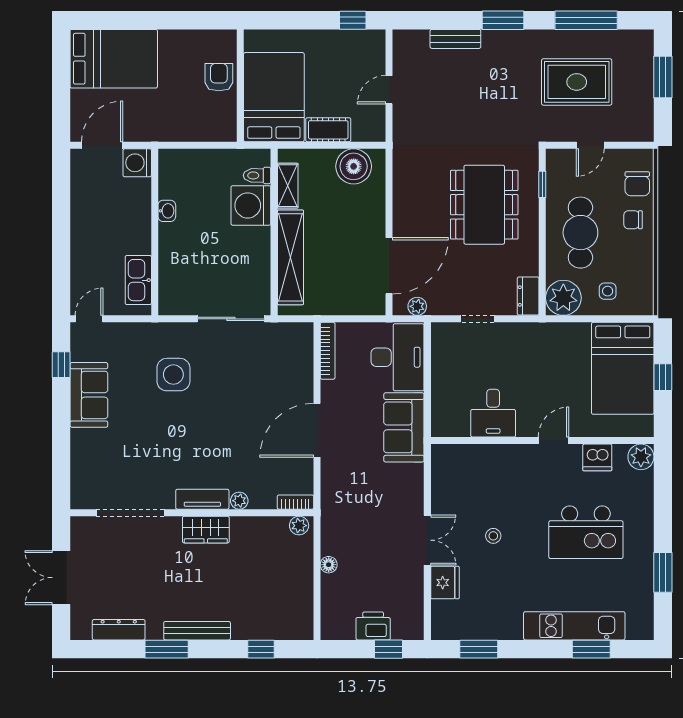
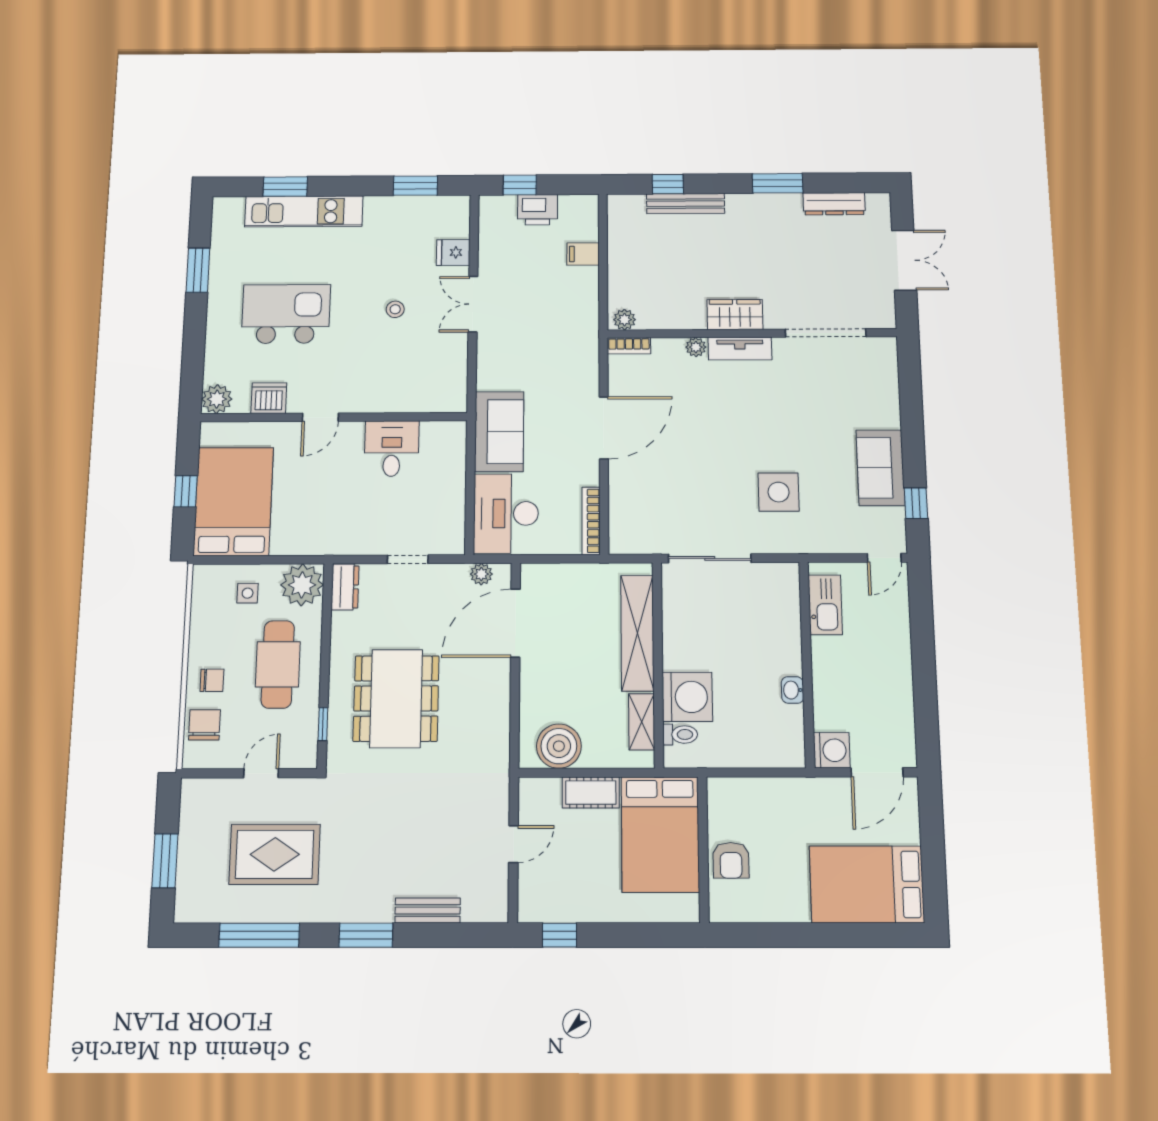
floor lamp: (329, 565) -> (589, 276), removed
fridge: (445, 583) -> (453, 252), width x0.72
filing cabinet: (334, 585) -> (583, 254), added
bench: (197, 631) -> (686, 204), moved

